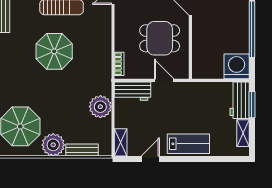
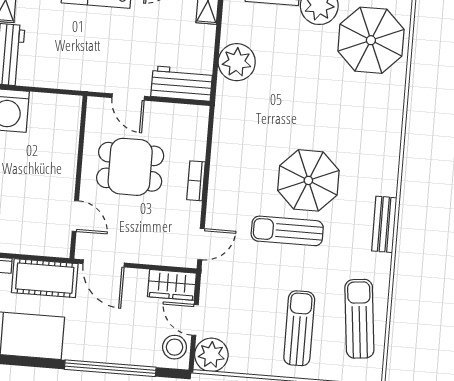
parasol: (54, 51) -> (308, 180), moved
bookcase: (119, 64) -> (196, 181), moved

